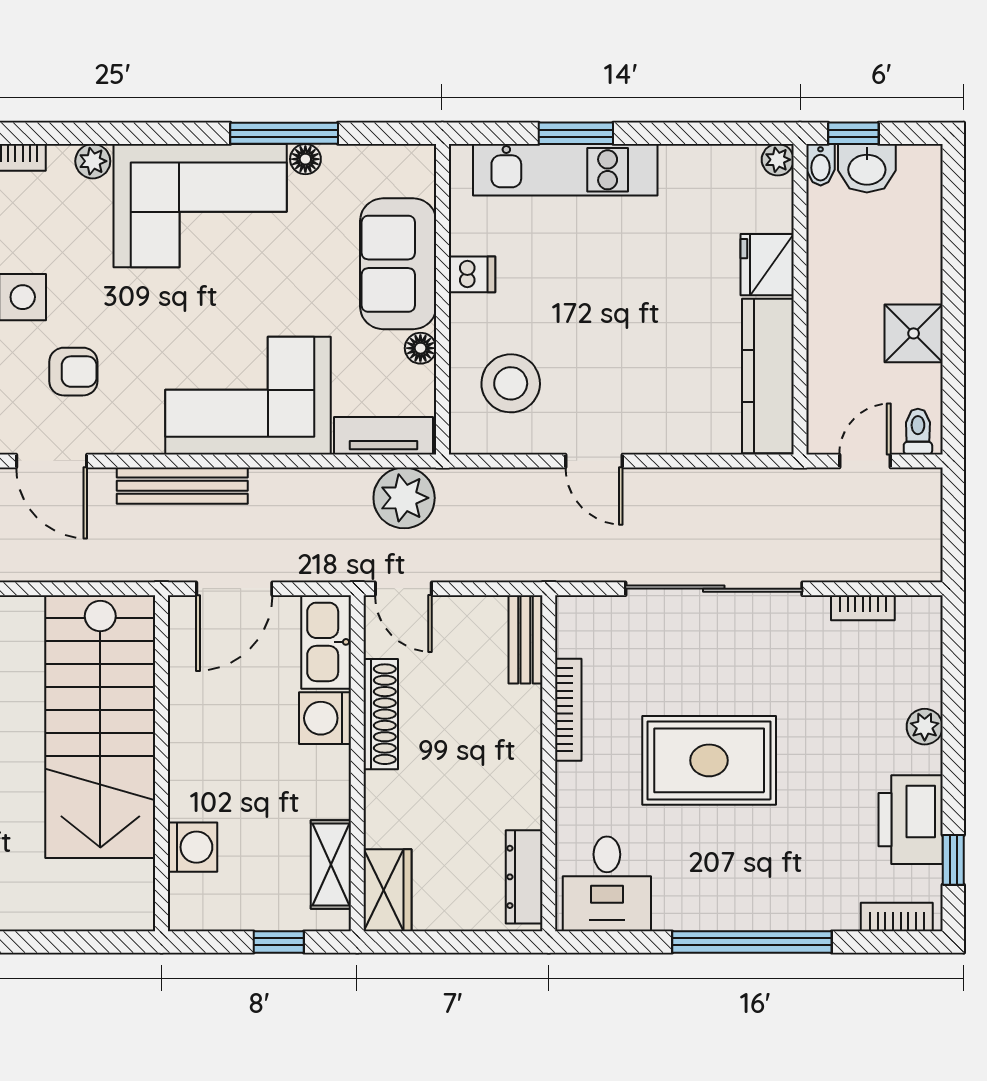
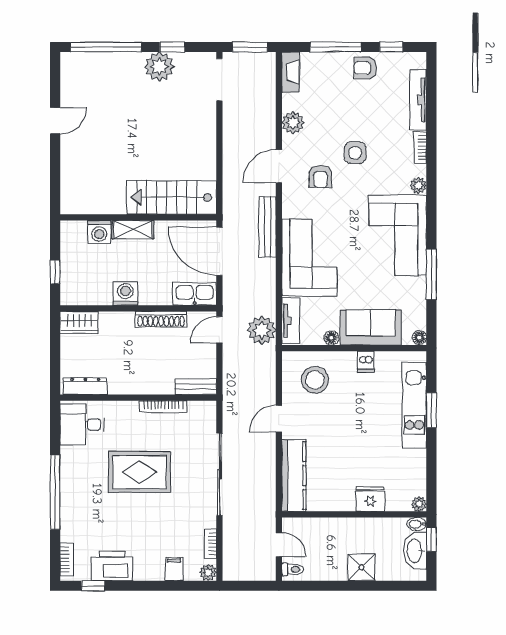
floor lamp: (305, 159) -> (419, 338), moved
washbasin: (867, 168) -> (415, 551), width x1.38
shower: (914, 333) -> (361, 567), moved
kitchen counter: (768, 376) -> (294, 476), moved, turned 90
door: (234, 589) -> (219, 251), width x1.36
filing cabinet: (917, 686) -> (174, 569), added
washing machine: (325, 718) -> (125, 293), moved
stairs: (100, 727) -> (172, 197), width x0.73, depth x0.66
plant: (925, 727) -> (208, 572), moved
rug: (709, 760) -> (140, 472), turned 90
shelving: (331, 865) -> (133, 230), moved

